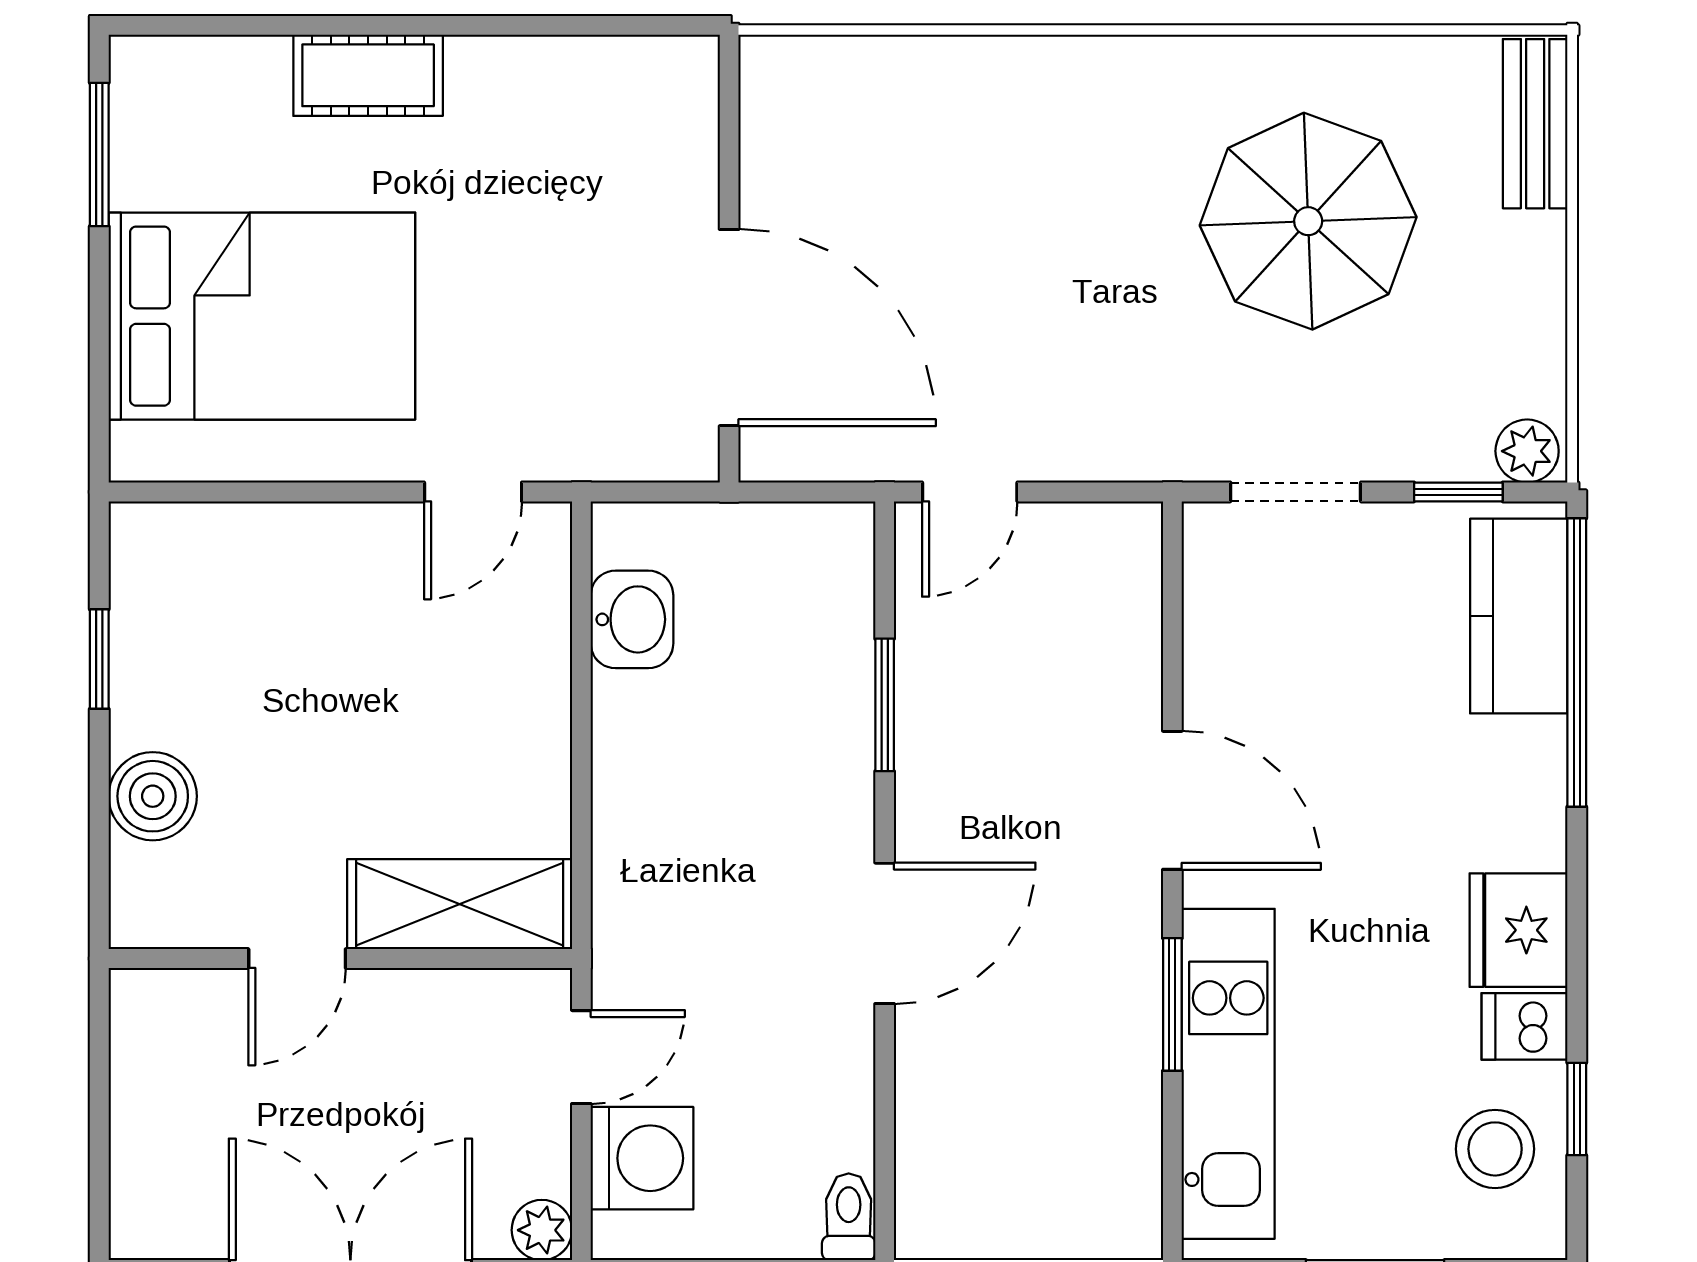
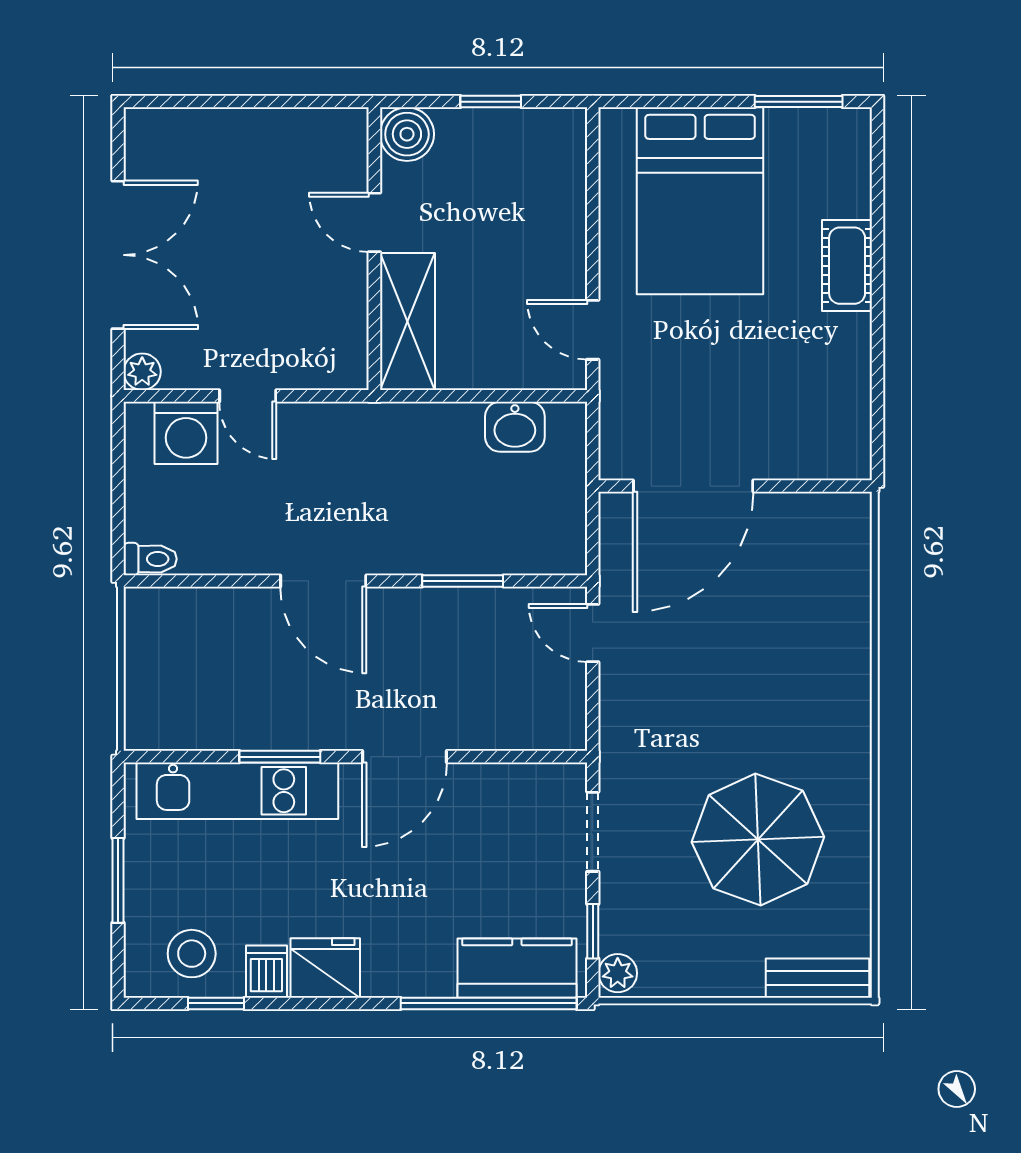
shelving: (460, 904) -> (408, 321), moved
door: (297, 959) -> (374, 222), moved
wall: (340, 959) -> (374, 249), moved

